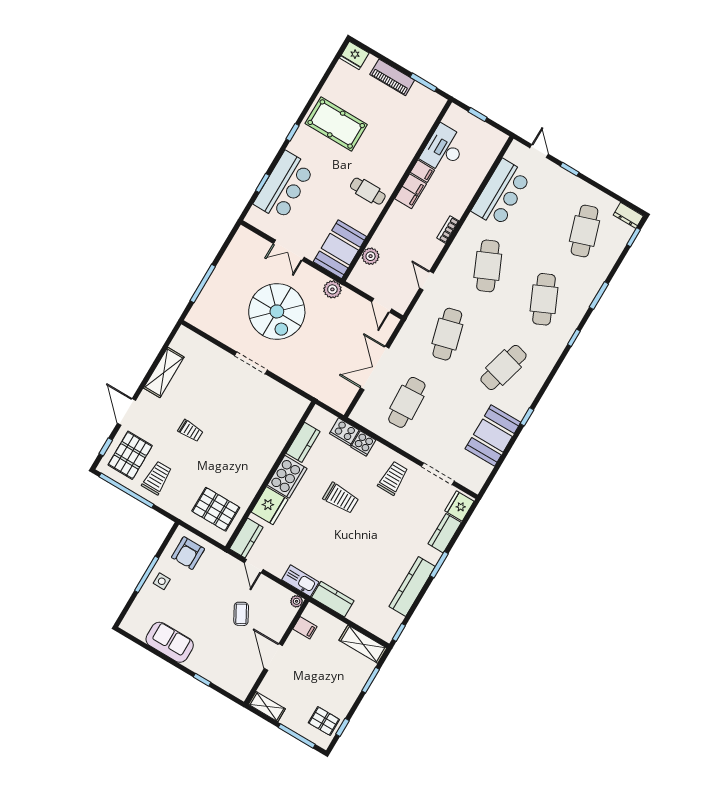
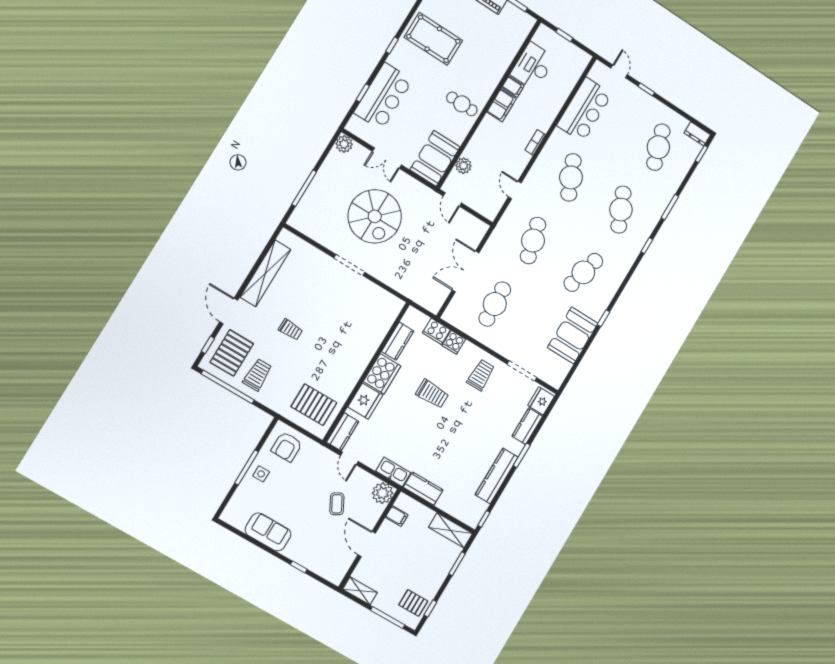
plant: (332, 289) -> (344, 144), moved
door: (382, 305) -> (452, 199), moved
shelving: (164, 372) -> (265, 273), width x1.47
plant: (297, 601) -> (383, 493), width x1.87, depth x1.87

